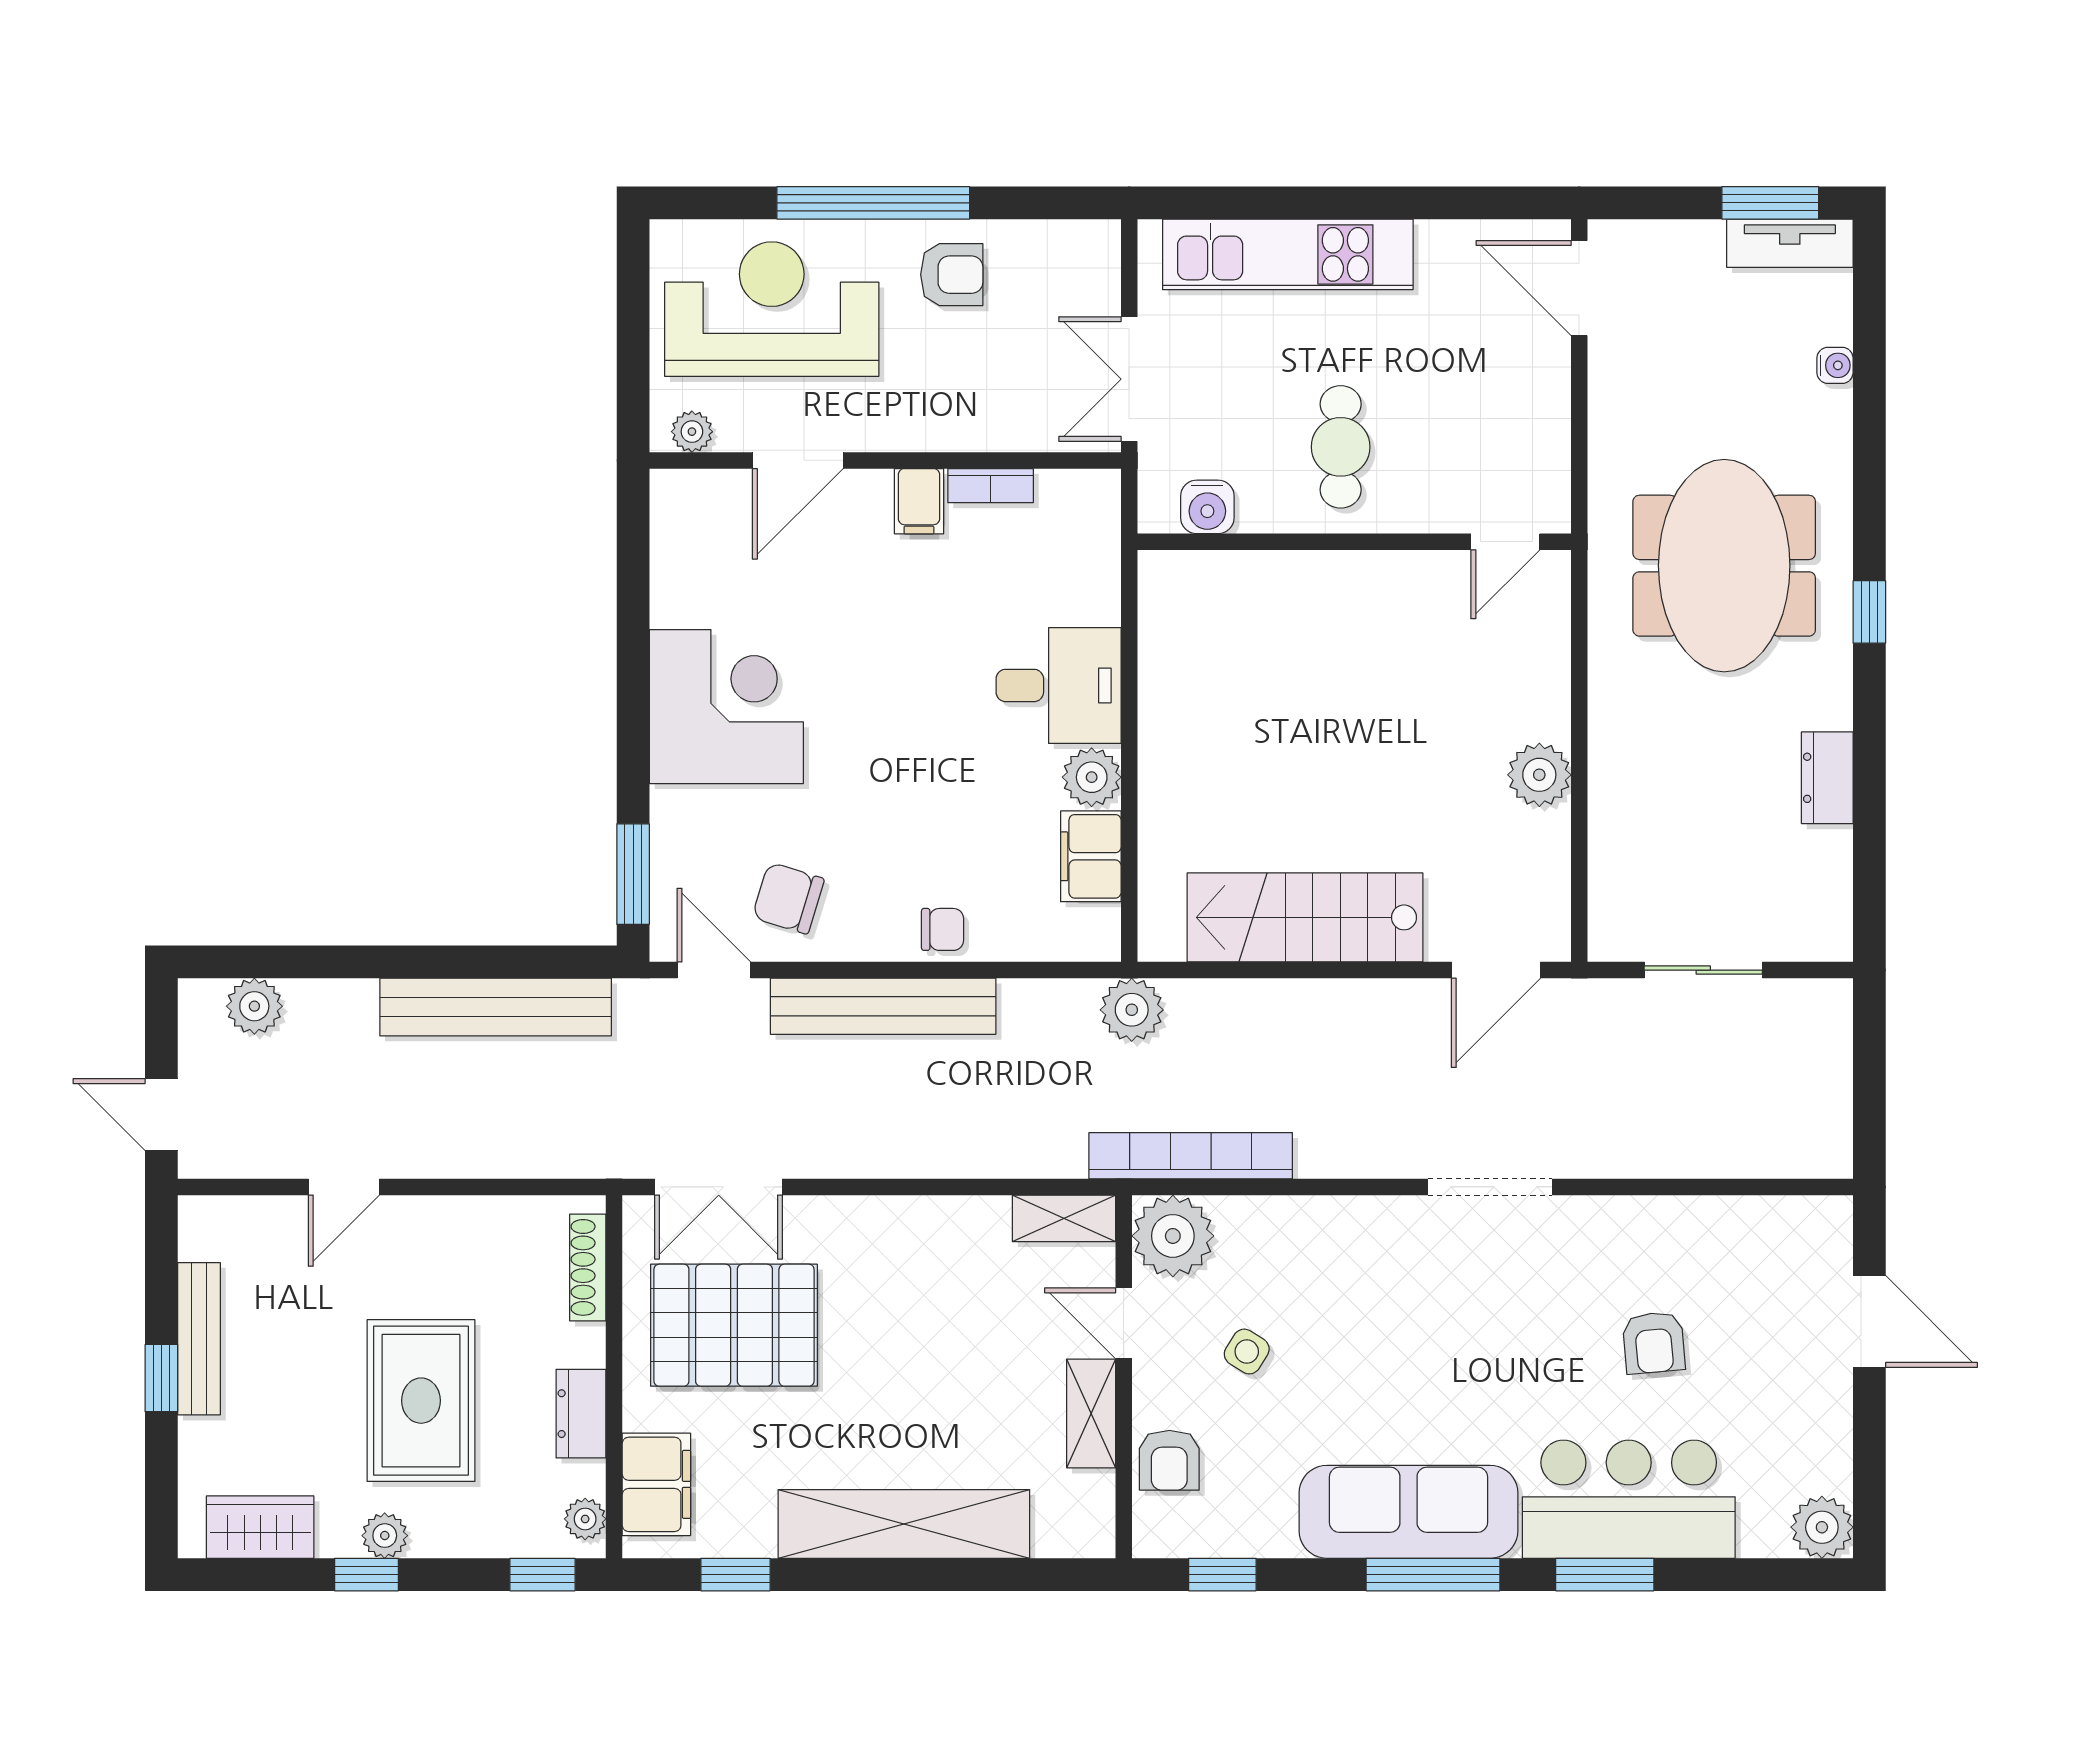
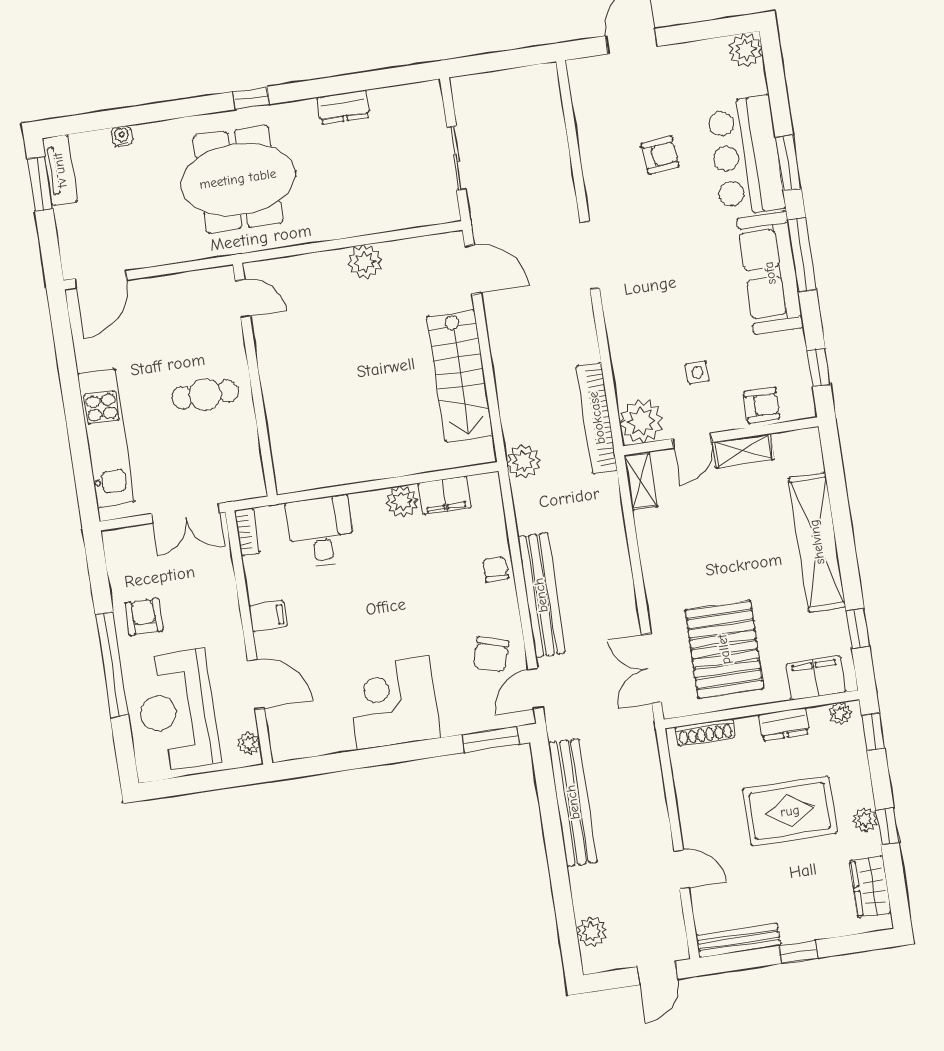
bookcase: (991, 486) -> (247, 532), moved
water cooler: (1207, 507) -> (248, 461), removed
desk: (1059, 685) -> (321, 532), moved
double door: (719, 1187) -> (651, 669), swing flipped
bench: (199, 1339) -> (738, 940), moved
side table: (1247, 1352) -> (697, 372), turned -32

